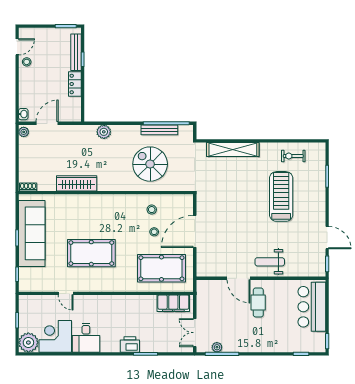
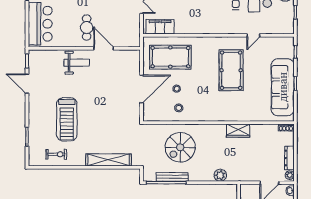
dresser: (24, 152) -> (289, 158), added
spiral stairs: (150, 164) -> (180, 147), turned 90
wardrobe: (77, 183) -> (238, 131), width x0.67
pool table: (91, 253) -> (231, 70), turned 90
door: (66, 293) -> (253, 35), swing flipped

